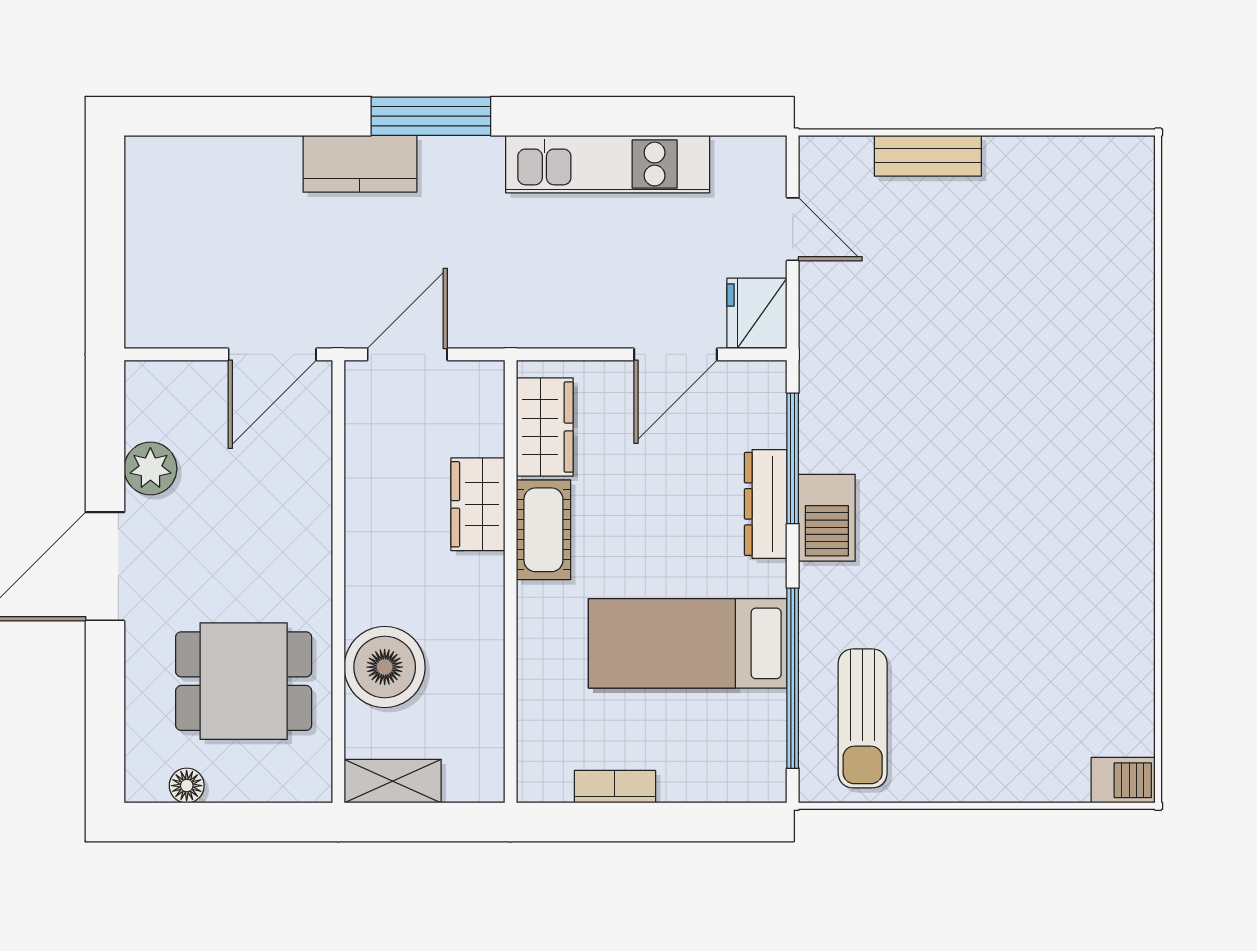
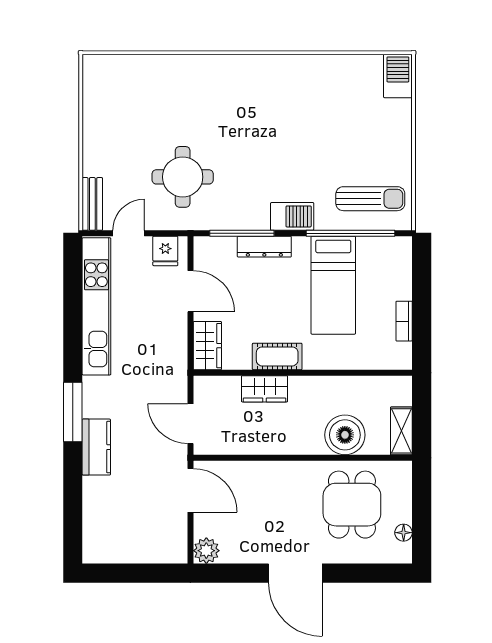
bench: (928, 156) -> (92, 204), moved
kitchen unit: (608, 164) -> (96, 306), width x1.36
fridge: (757, 313) -> (165, 251), width x0.72
round table: (907, 339) -> (183, 177), added
wardrobe: (545, 427) -> (207, 346), moved, turned 90
plant: (150, 468) -> (206, 551), moved
barbecue: (827, 518) -> (292, 216), moved
barbecue: (1123, 780) -> (398, 76), width x1.38, depth x1.27

